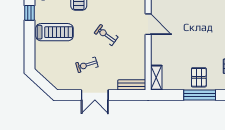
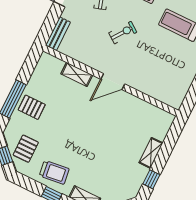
shelving: (156, 78) -> (77, 74), moved

